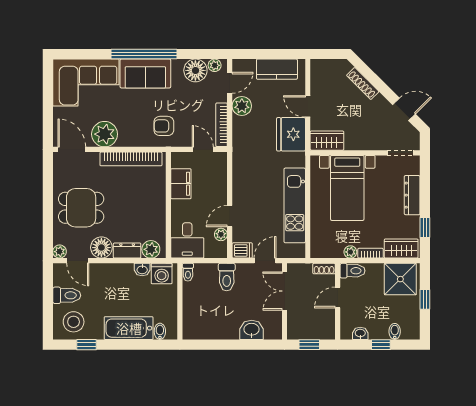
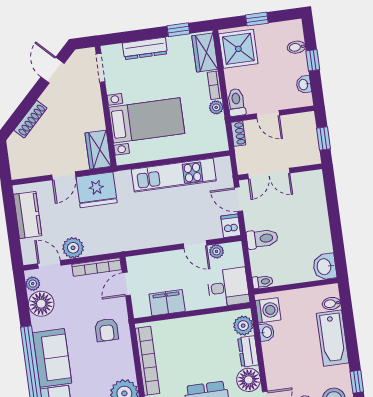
washbasin: (252, 330) -> (325, 267), moved

